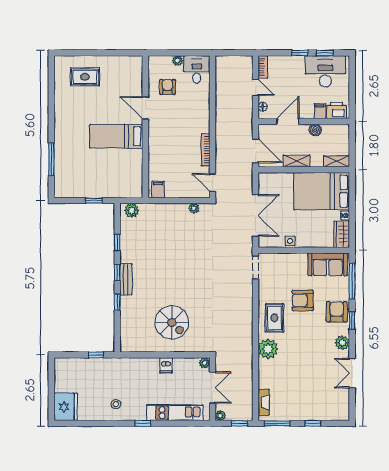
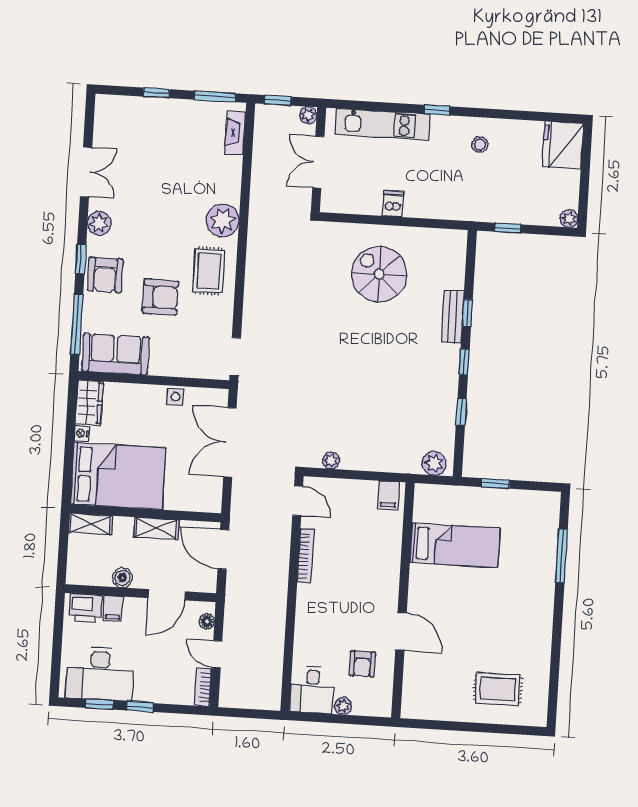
bed: (116, 136) -> (455, 545), moved
bench: (126, 279) -> (453, 317), moved
plant: (205, 363) -> (569, 219), moved

